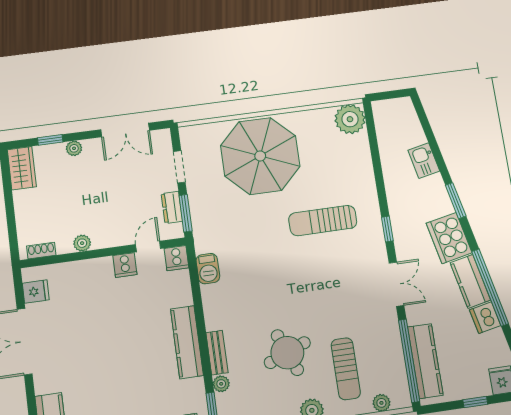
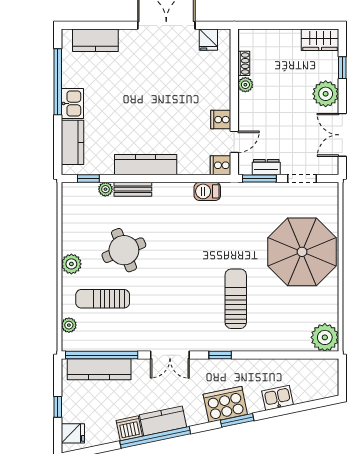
plant: (74, 148) -> (326, 94), width x1.88, depth x1.88
cooker: (449, 238) -> (225, 404), moved
door: (148, 247) -> (234, 142), hinge flipped
shoe rack: (41, 251) -> (244, 63), moved

